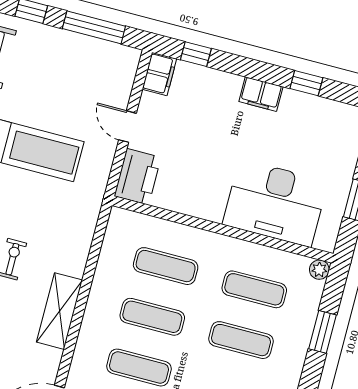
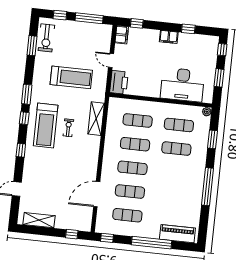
shelving: (60, 311) -> (96, 119), moved

